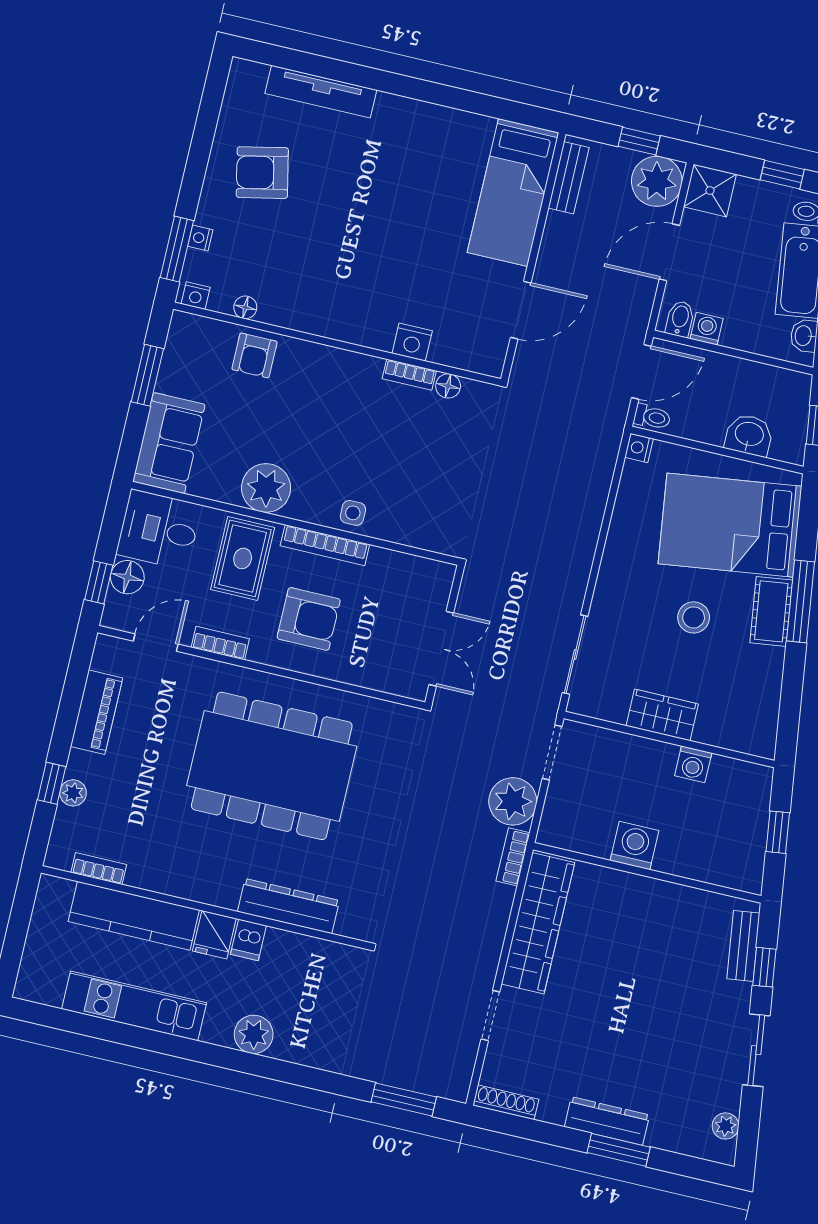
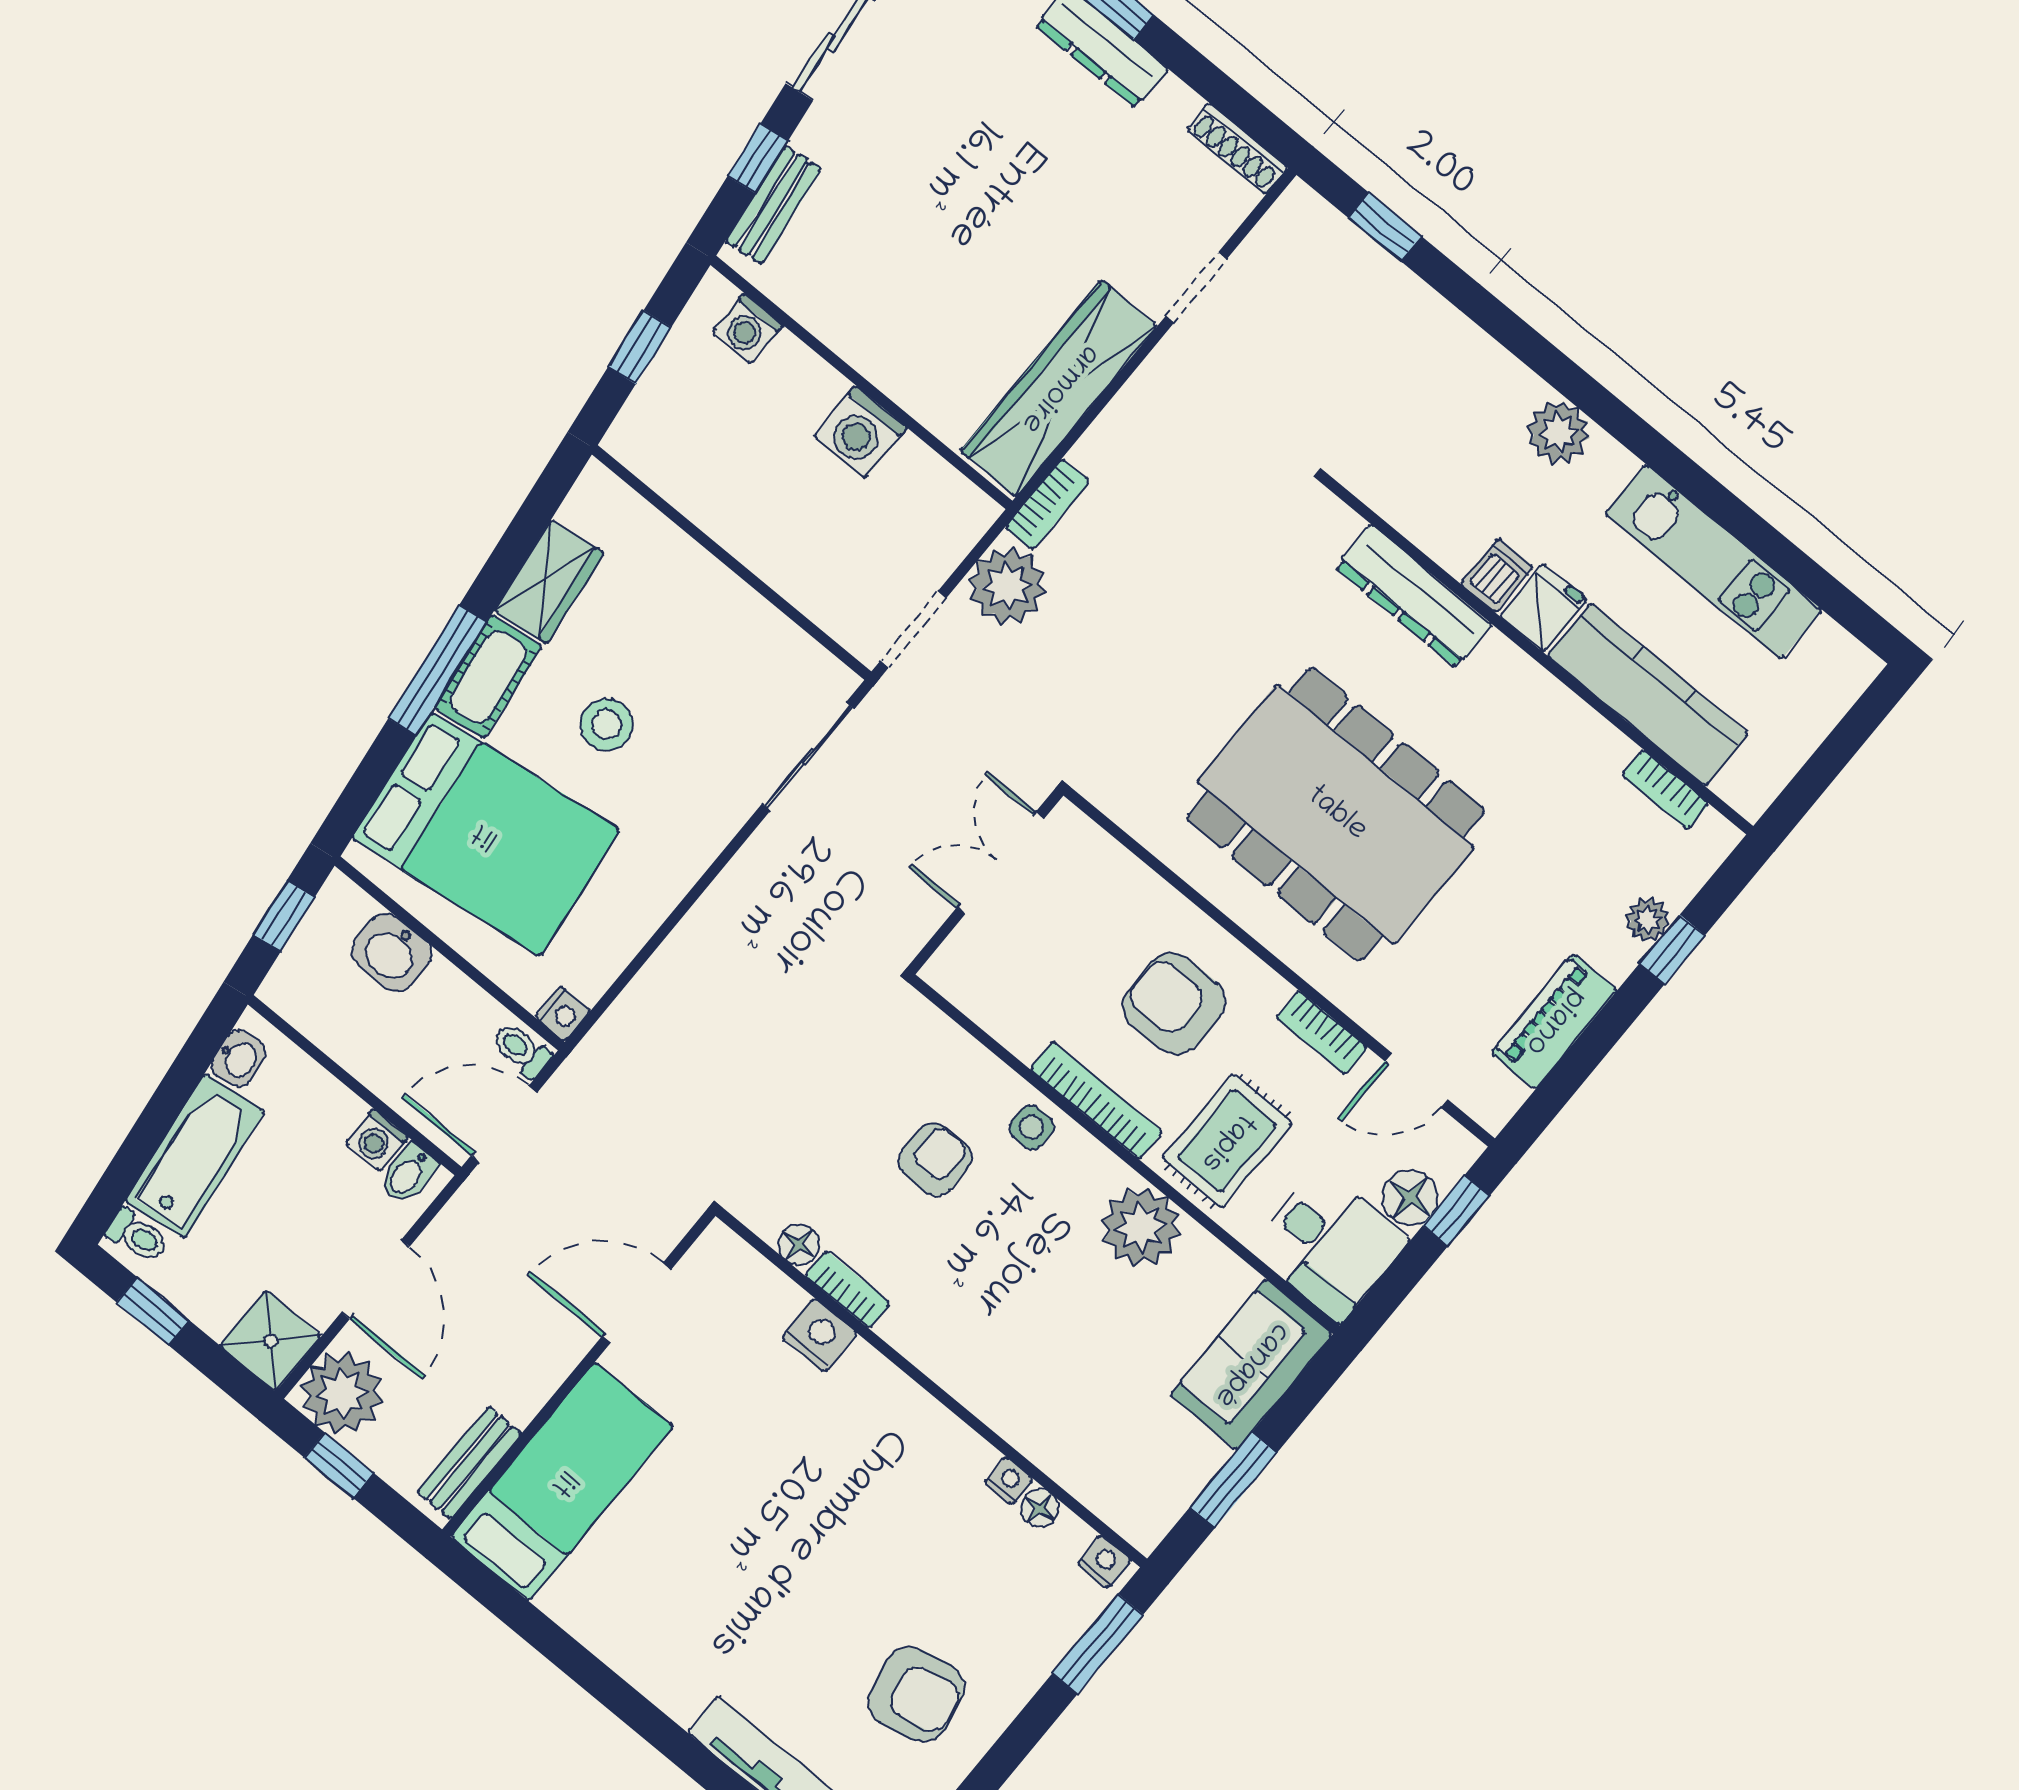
nightstand: (200, 238) -> (1009, 1481), moved, turned -90
door: (669, 252) -> (376, 1279), hinge flipped
armchair: (254, 355) -> (935, 1160), moved
wardrobe: (662, 715) -> (549, 582), moved, turned -98
washing machine: (693, 764) -> (748, 329), moved, turned 180
window: (404, 1099) -> (1385, 227), width x0.67

